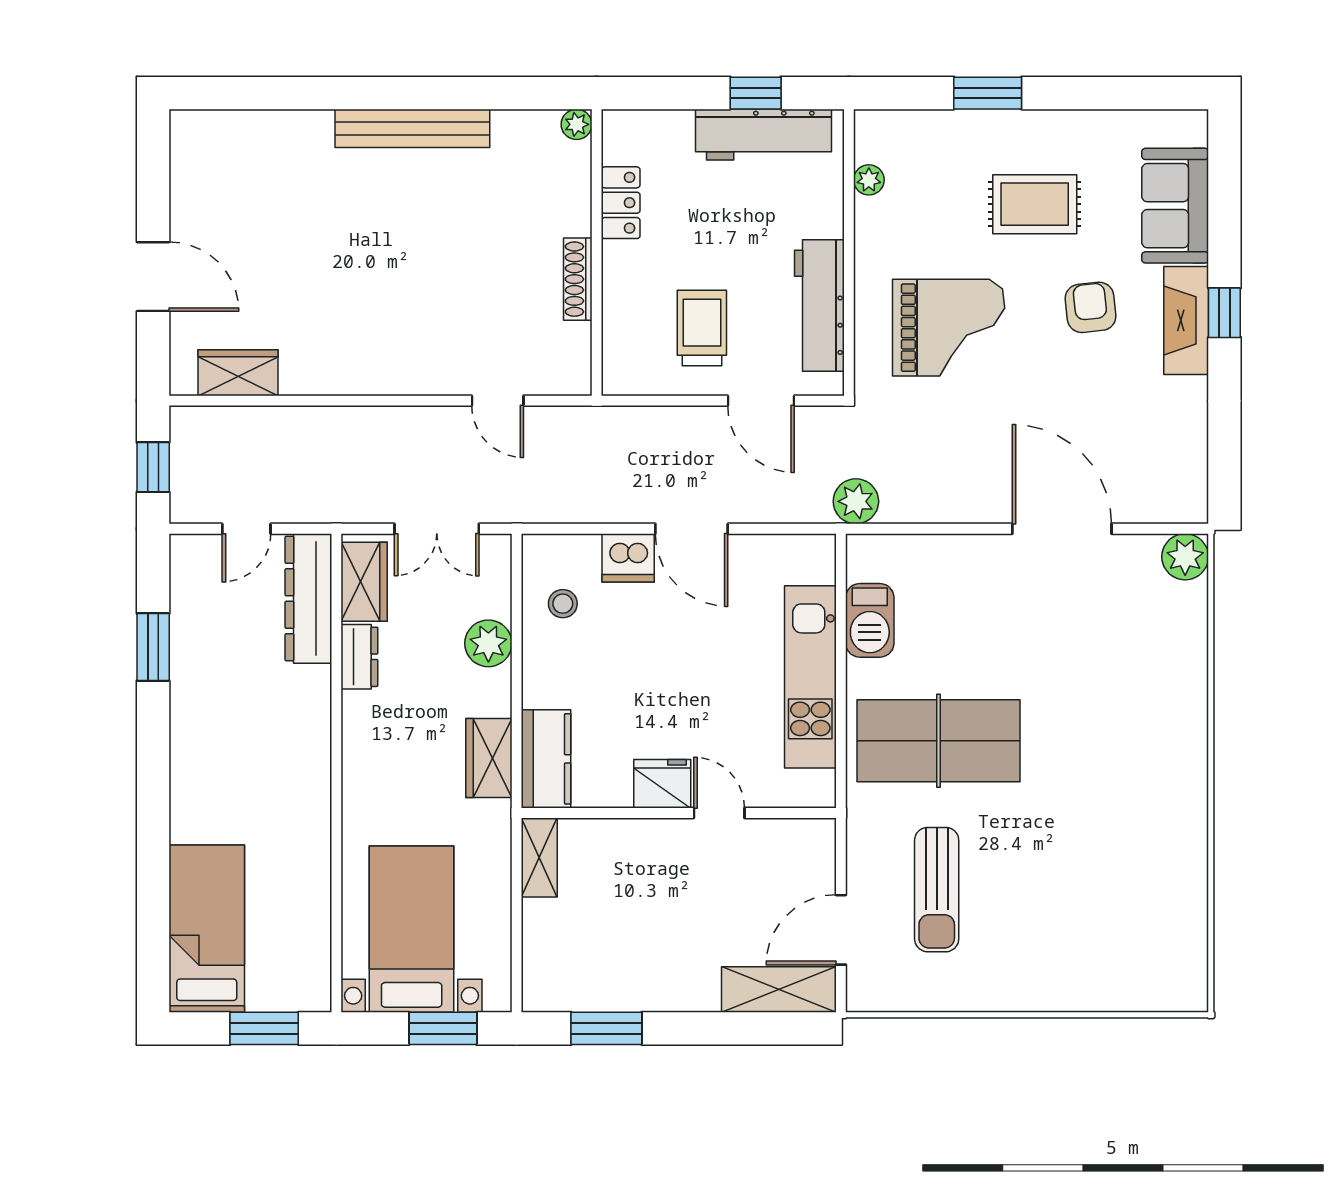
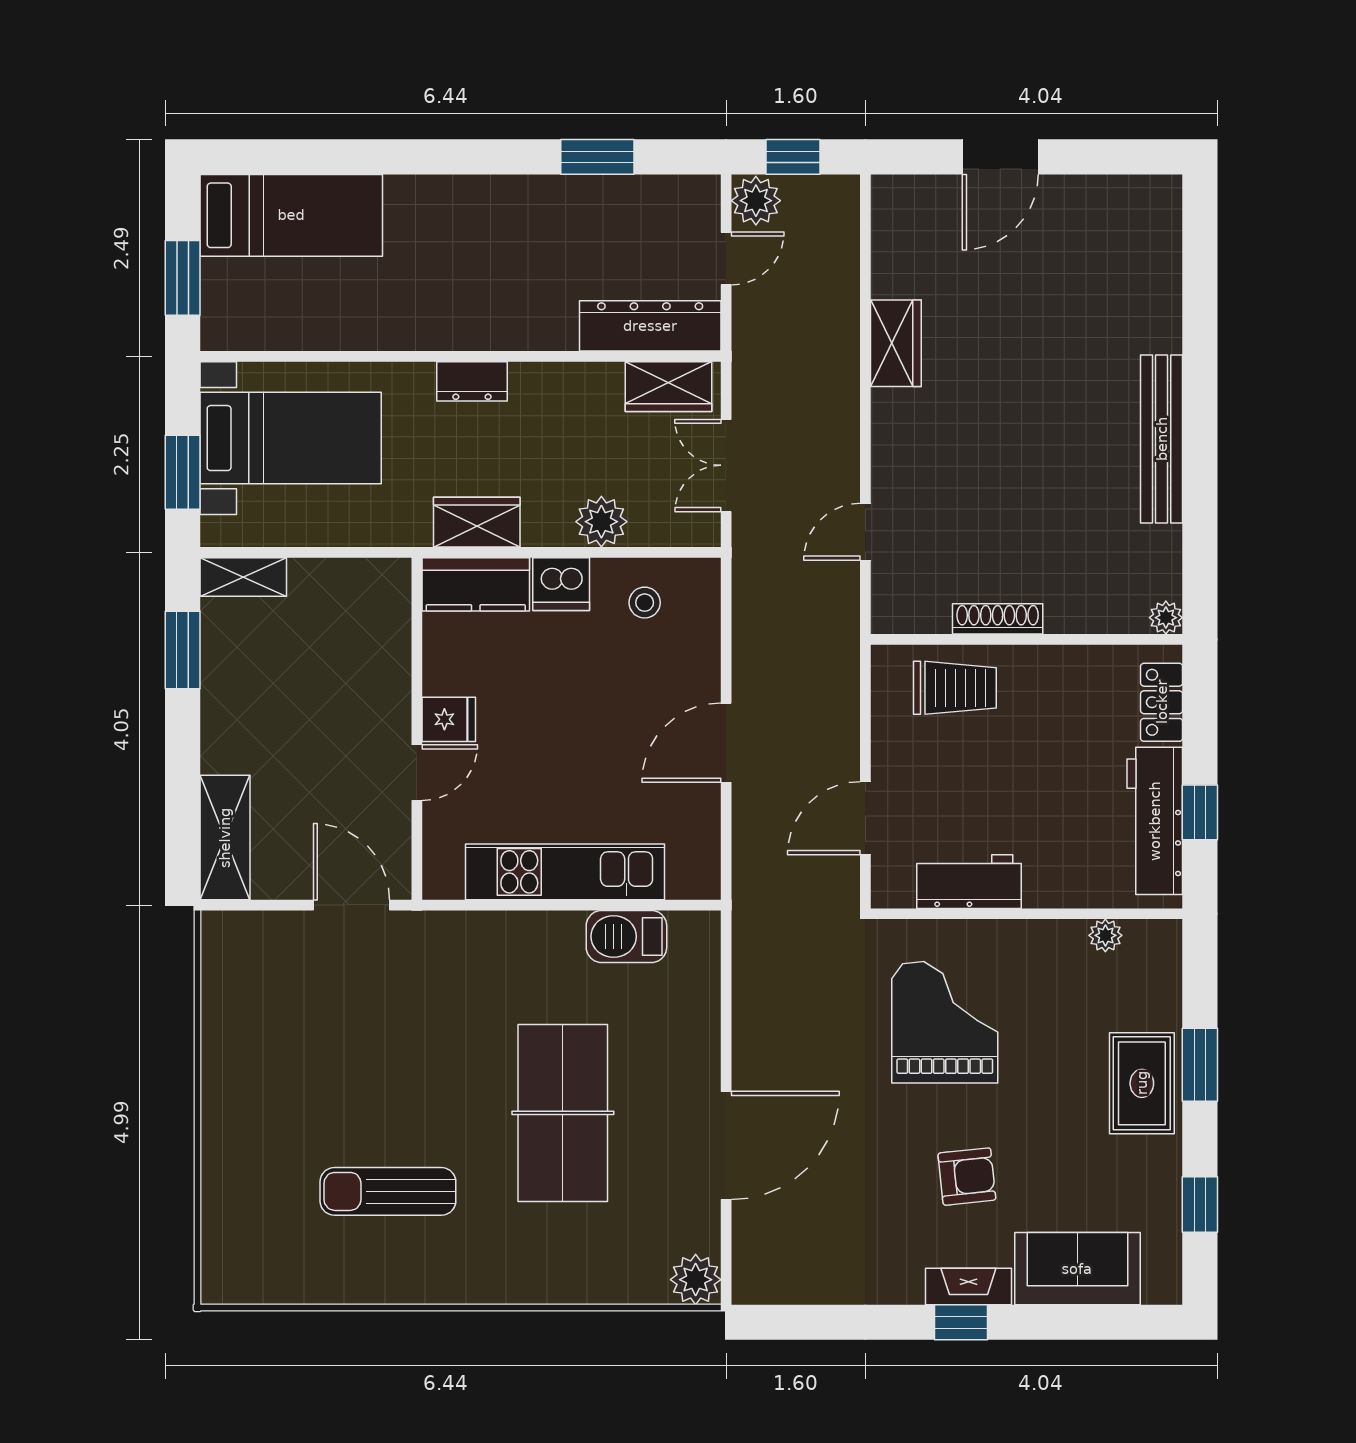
window: (1116, 93) -> (1200, 1205), added
locker: (621, 203) -> (1162, 702), moved, turned 90
rug: (1035, 204) -> (1142, 1083), moved
workbench: (819, 305) -> (969, 882), width x0.73
fireplace: (1186, 320) -> (968, 1286), width x0.73, depth x0.76
trolley: (702, 328) -> (955, 688), moved
grand piano: (949, 328) -> (945, 1022), turned 180
wardrobe: (238, 373) -> (896, 343), moved
plant: (856, 501) -> (756, 201), moved
door: (246, 529) -> (726, 258), swing flipped
dishwasher: (628, 558) -> (561, 584), moved, turned -90
dresser: (359, 657) -> (472, 381), moved
table tennis table: (939, 741) -> (563, 1113), moved
fridge: (662, 784) -> (449, 719), width x0.72
shelving: (539, 857) -> (243, 577), moved
sun lounger: (937, 890) -> (388, 1191), moved
door: (841, 930) -> (352, 905), moved

